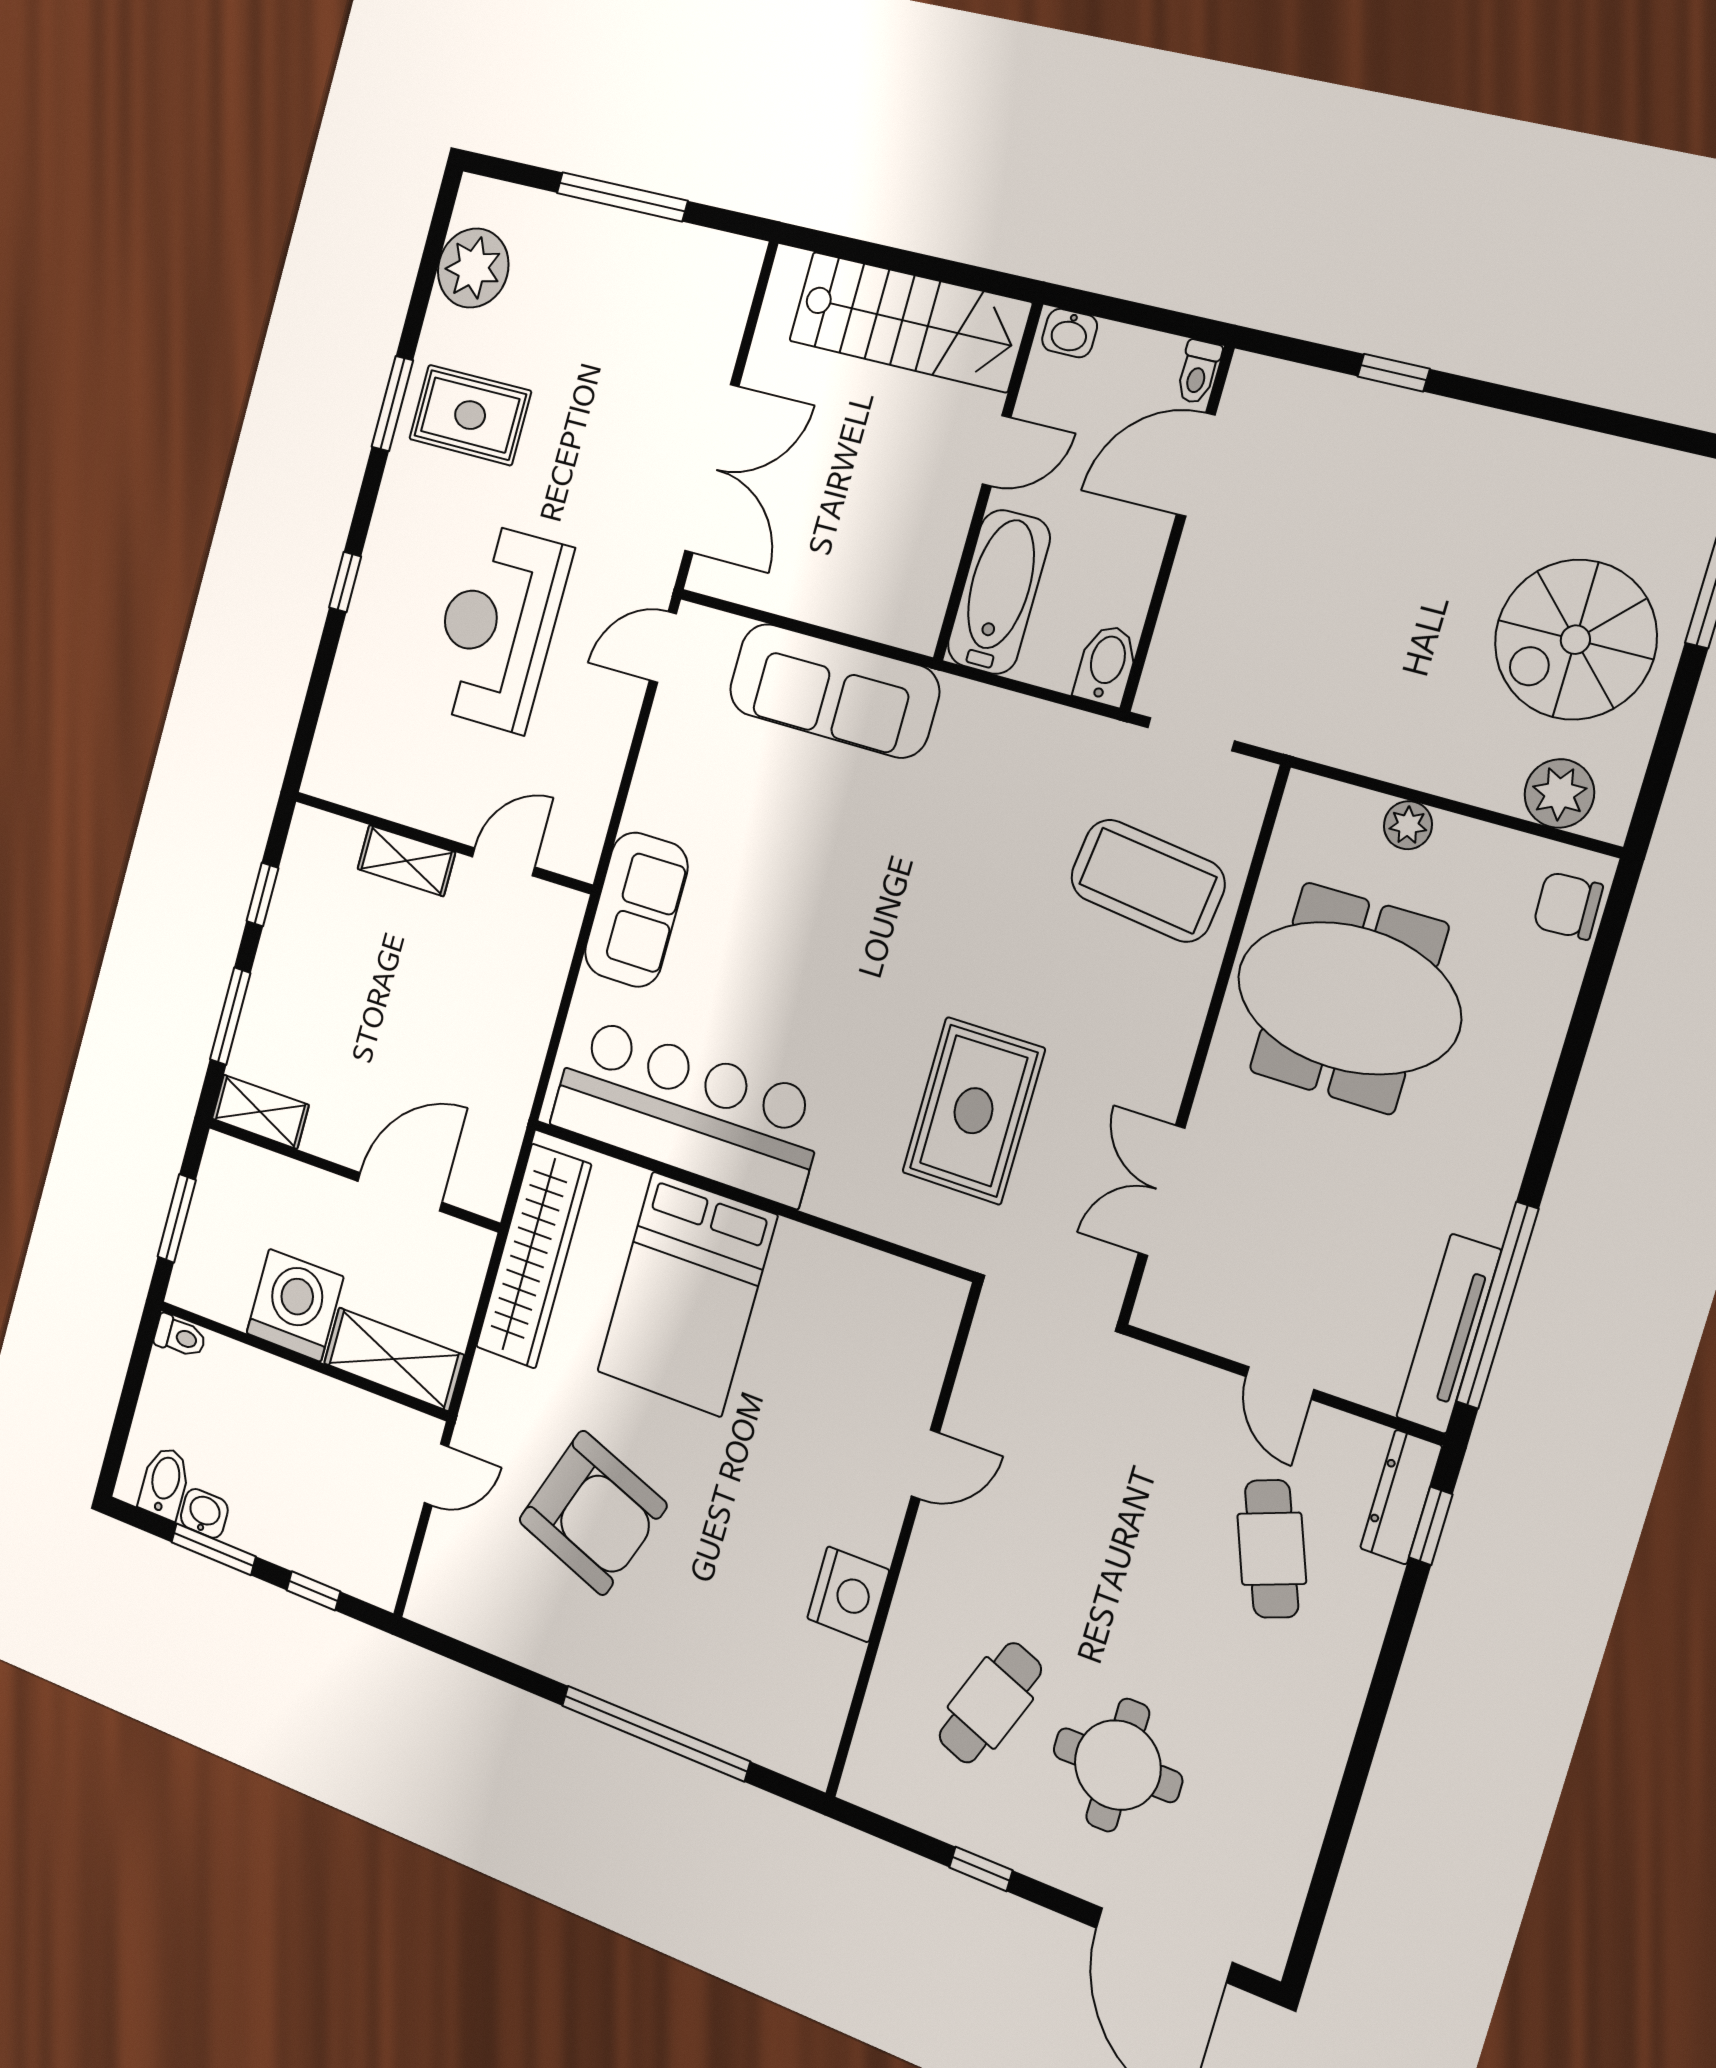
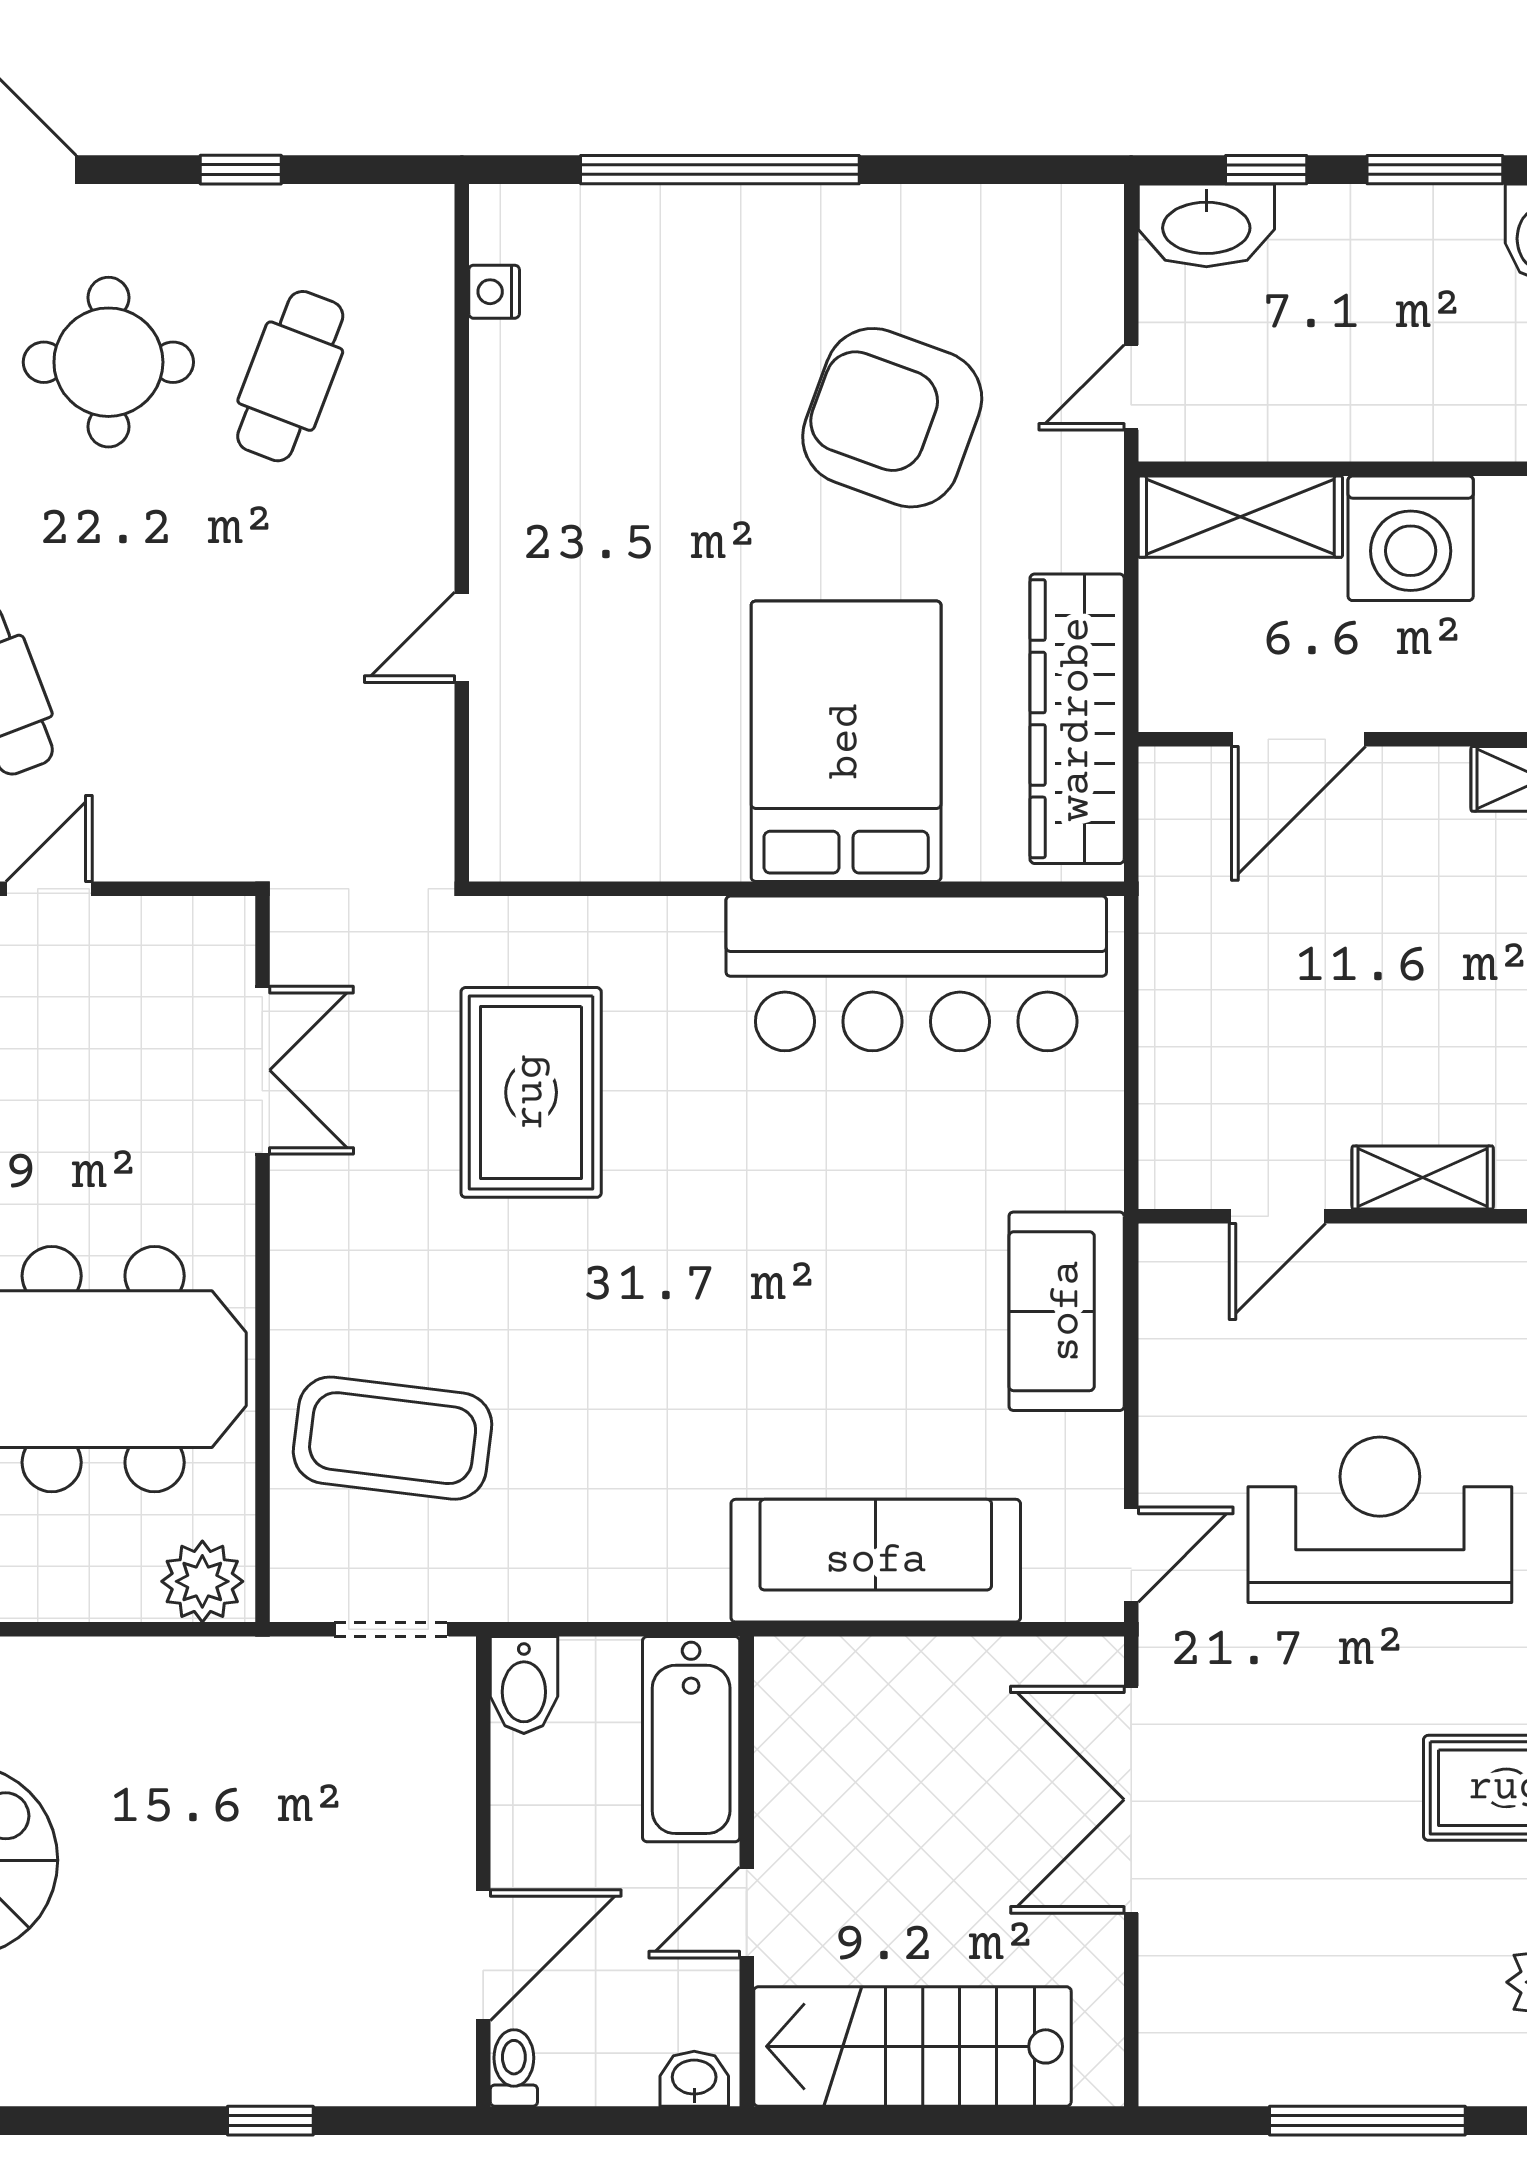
reception desk: (498, 627) -> (1380, 1520), turned -90
plant: (1408, 825) -> (202, 1581), moved, width x1.38, depth x1.38
sofa: (636, 910) -> (1067, 1311), moved
door: (1280, 1383) -> (49, 889), hinge flipped
washbasin: (204, 1513) -> (1206, 225), moved, width x1.91, depth x1.45
nightstand: (848, 1594) -> (494, 292), moved, width x0.53, depth x0.56

